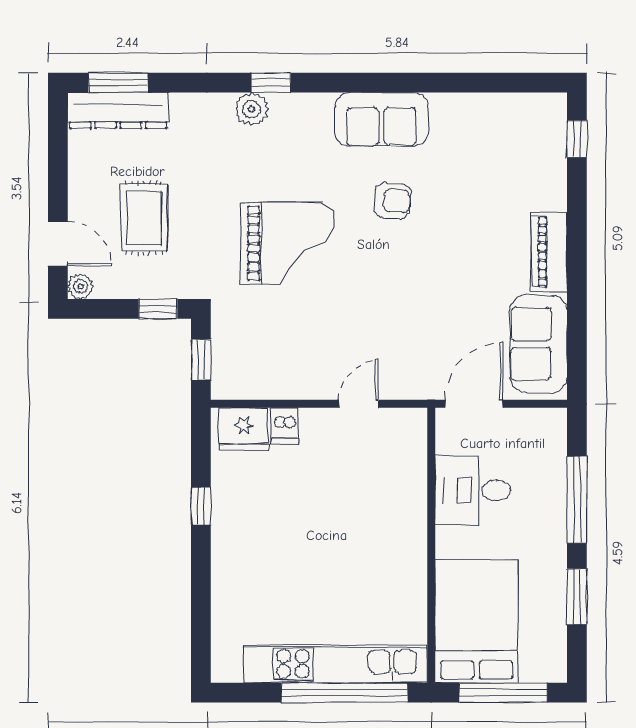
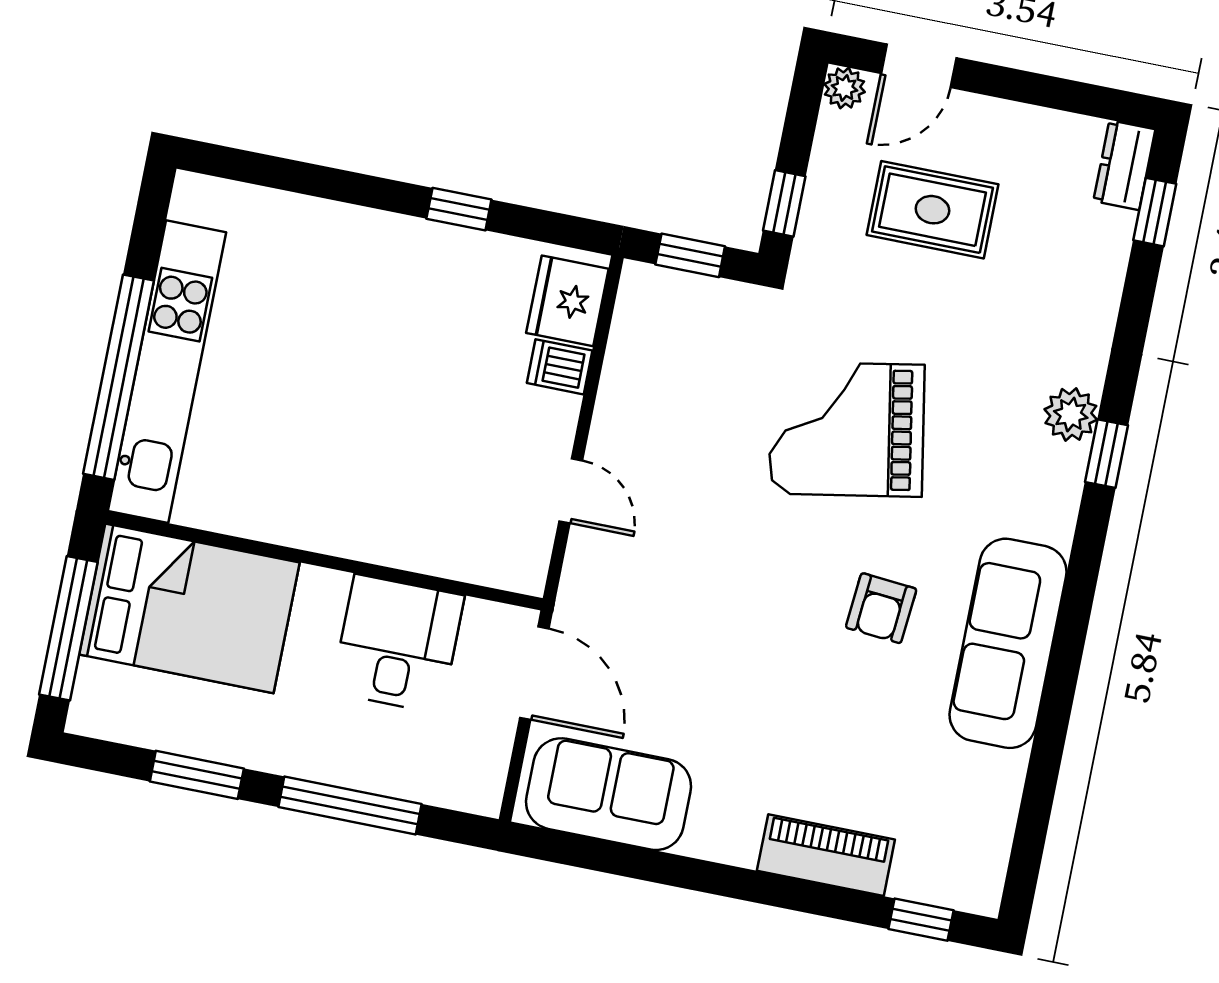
window: (118, 83) -> (1155, 212), width x0.67
dresser: (118, 110) -> (1124, 165), width x0.51, depth x0.80
sofa: (381, 119) -> (1008, 643), width x1.36
grand piano: (288, 244) -> (847, 429), turned 80
piano: (549, 252) -> (826, 855), moved

